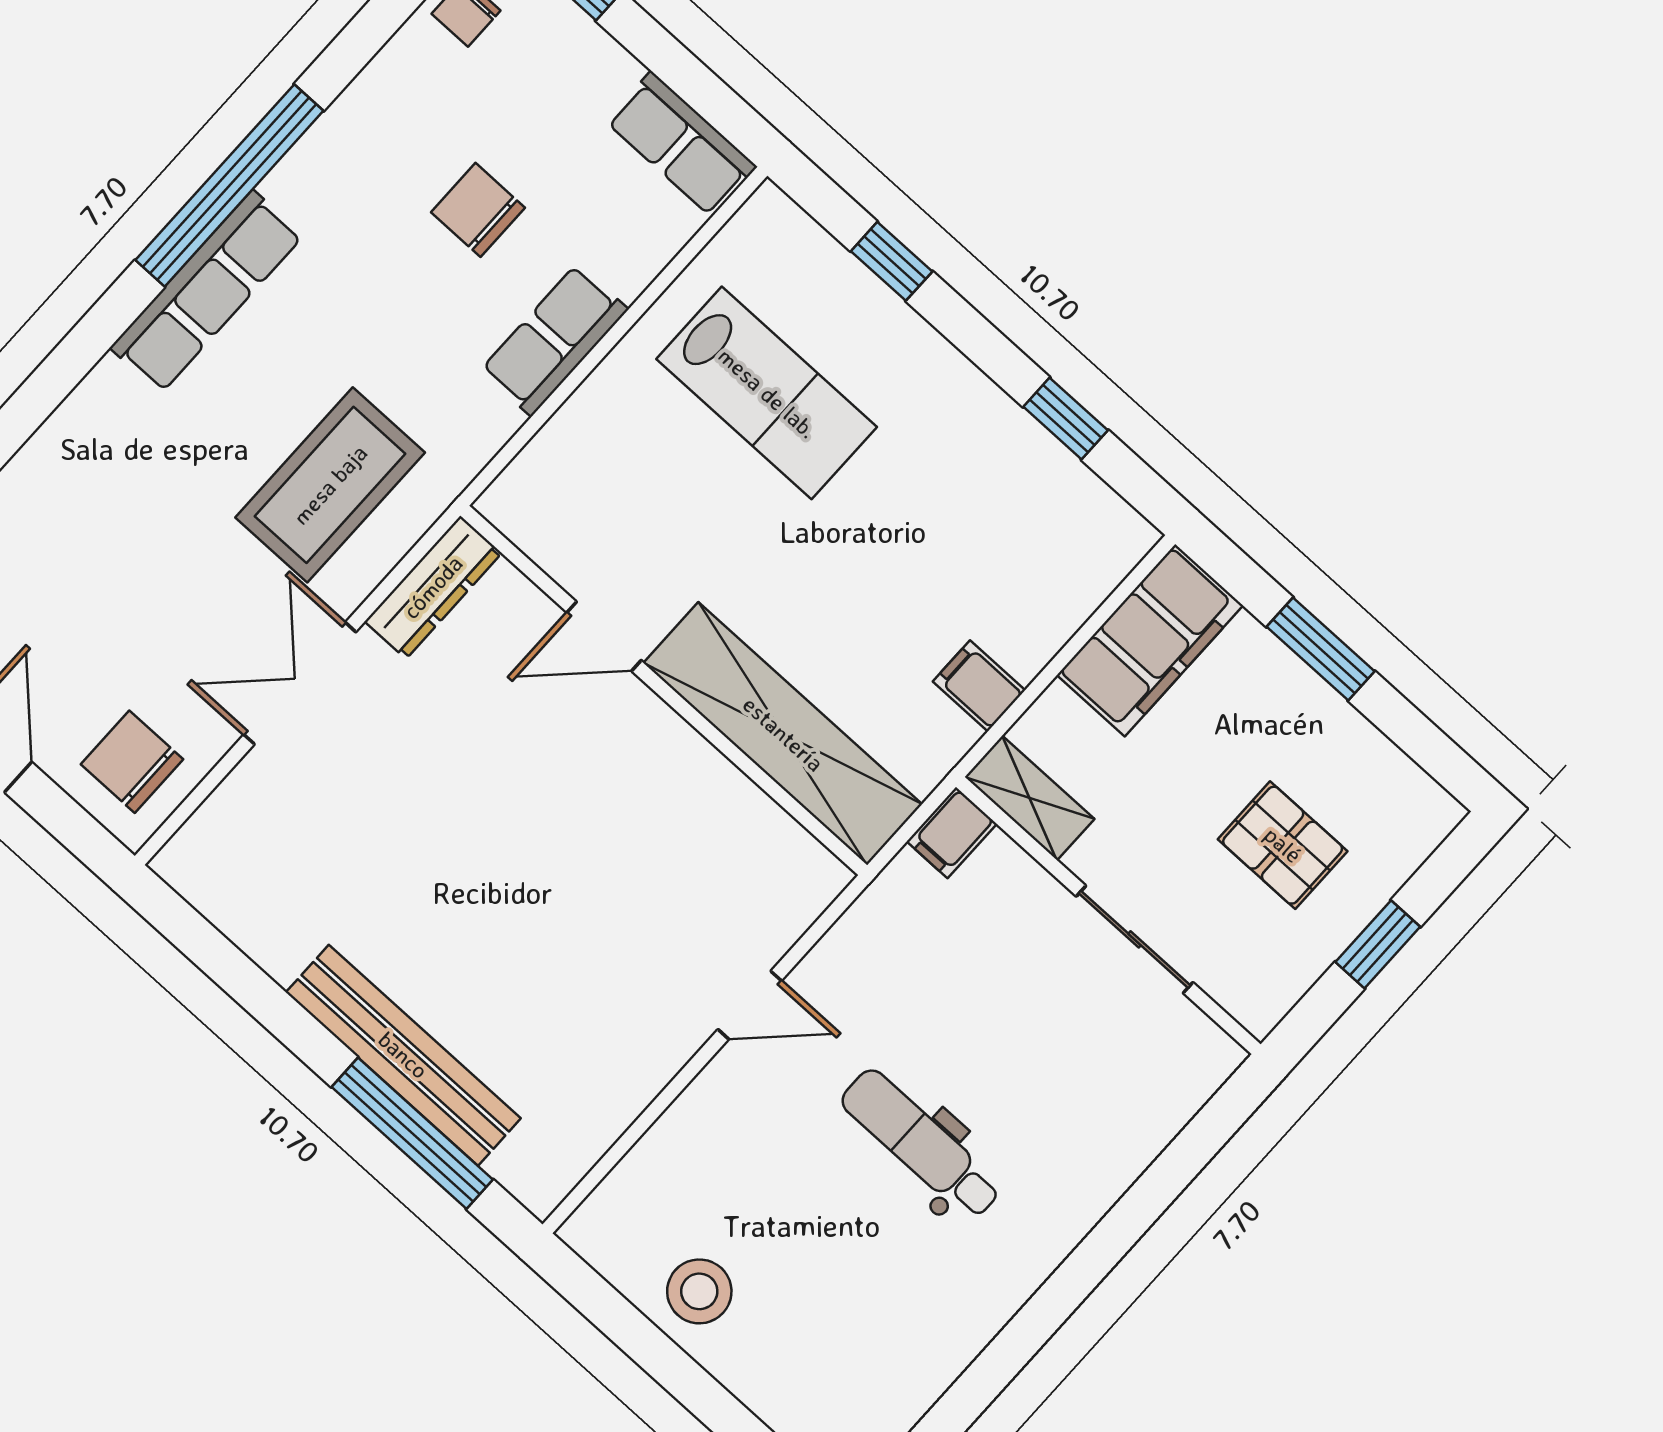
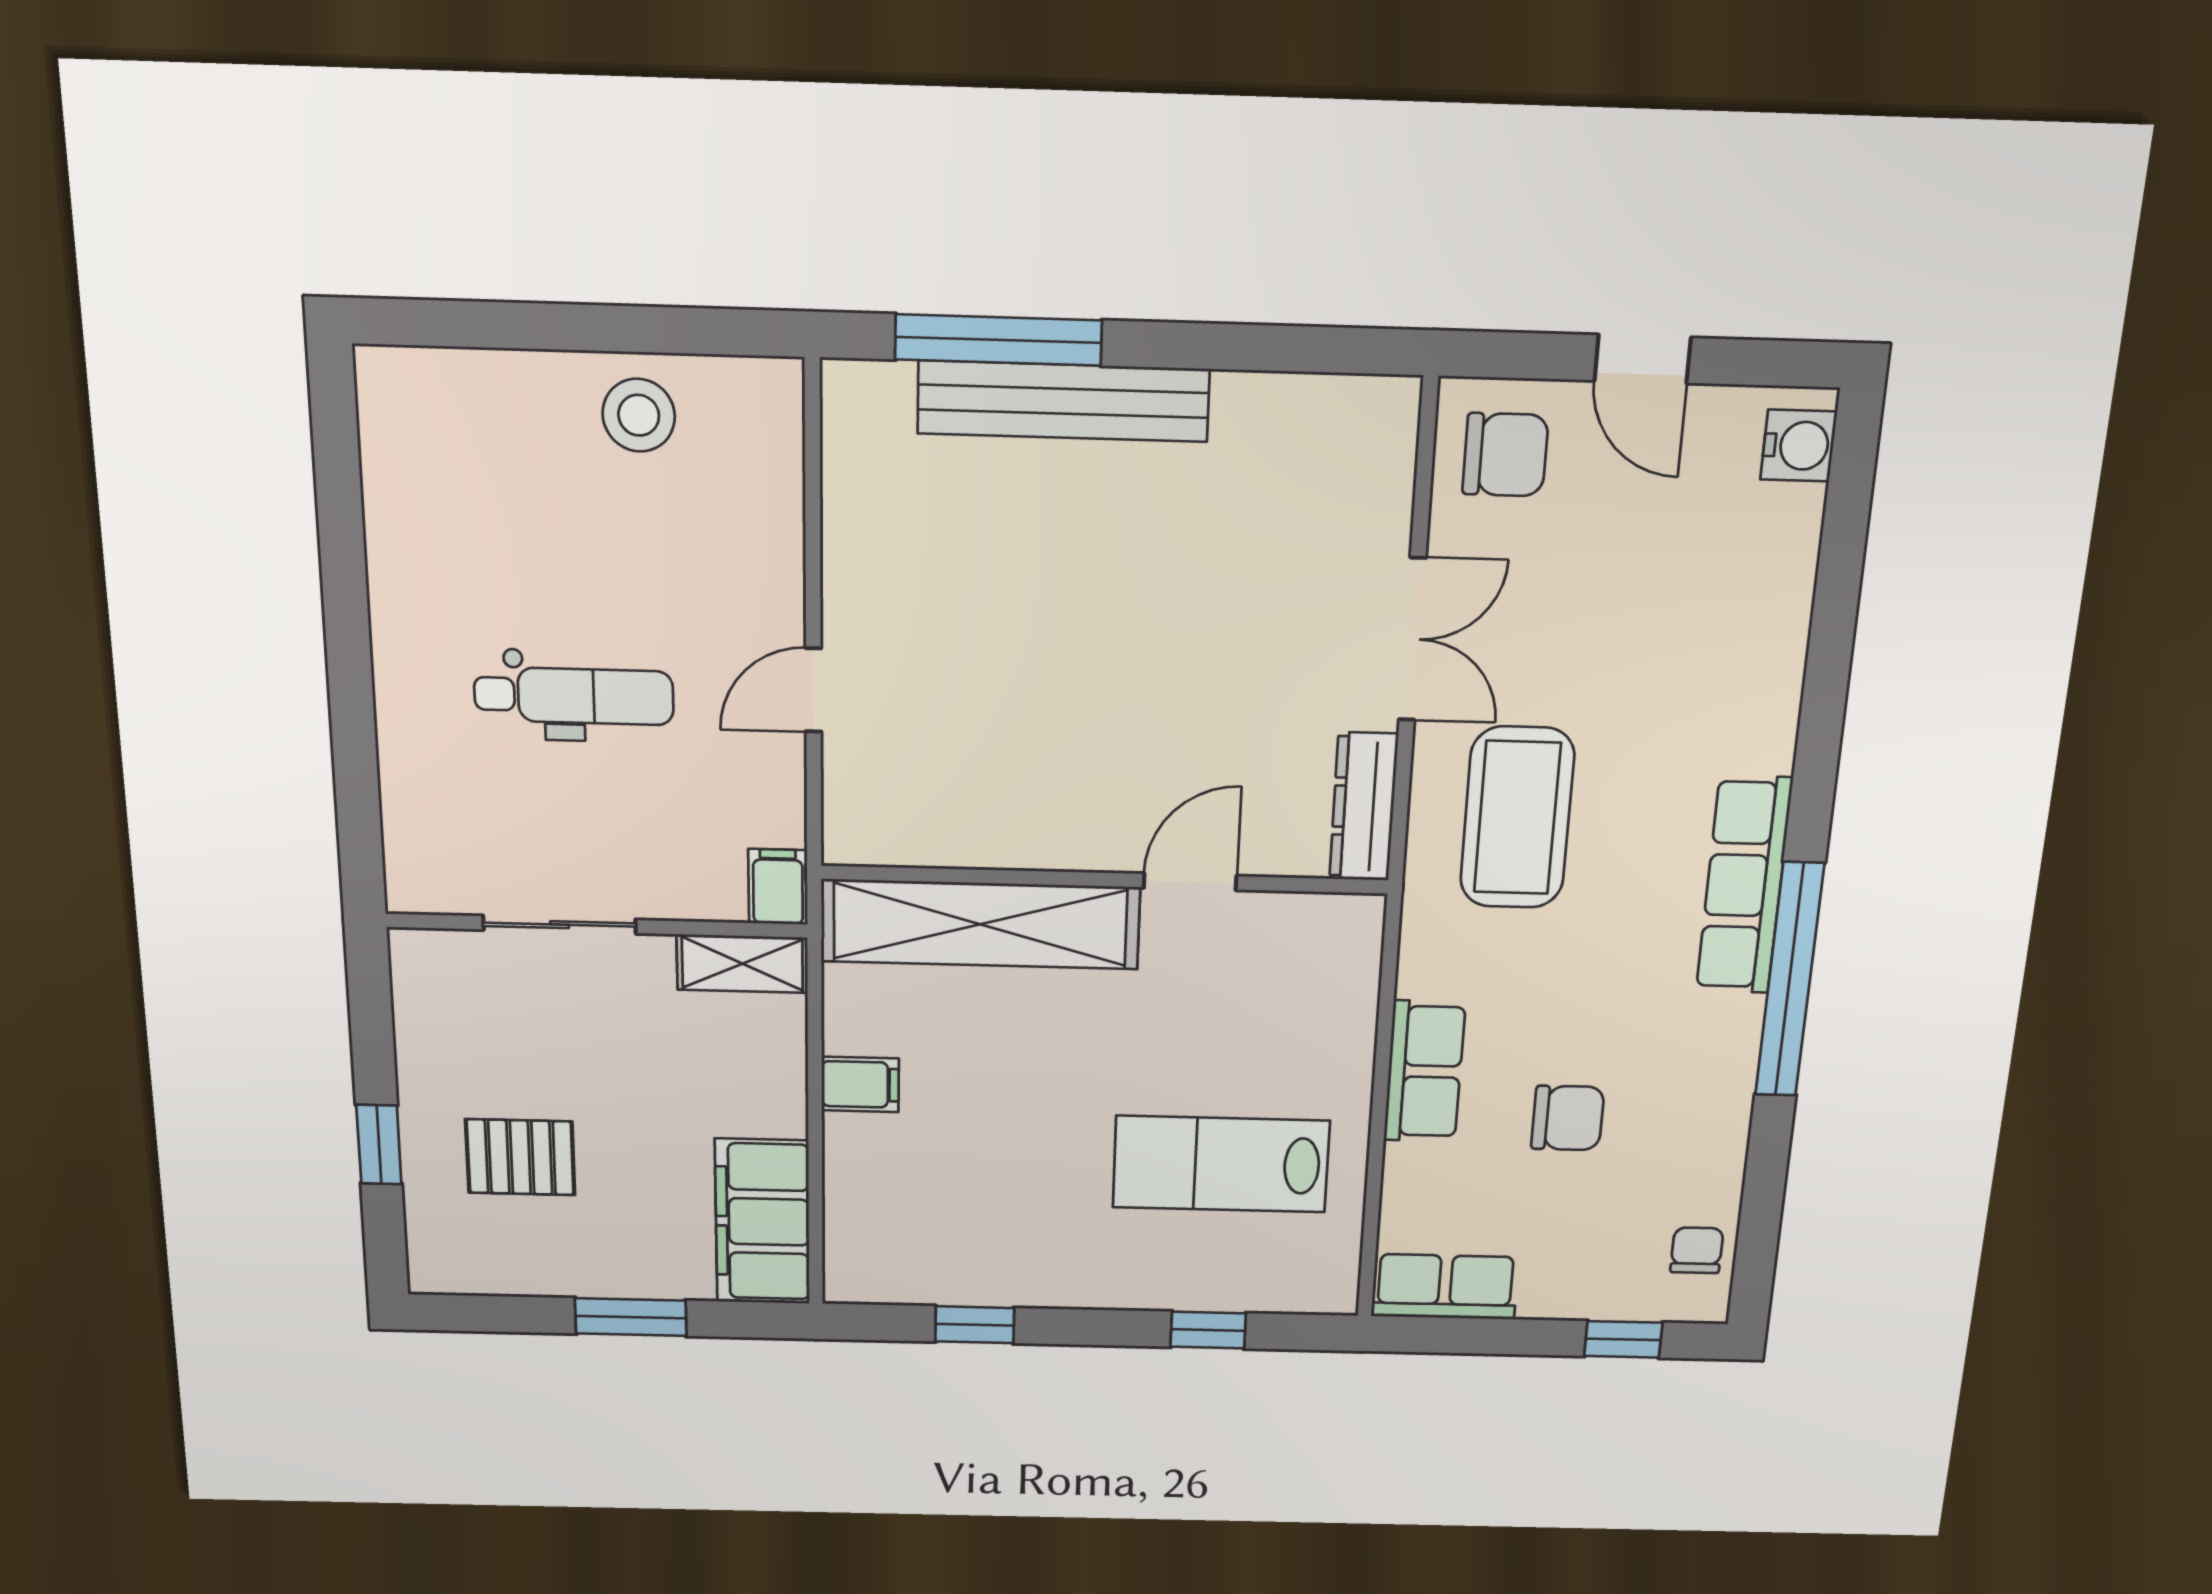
shelving: (1030, 798) -> (742, 964), moved
filing cabinet: (952, 833) -> (778, 887), moved
wall: (1108, 916) -> (597, 926), moved
sliding door: (1135, 939) -> (560, 925), moved

